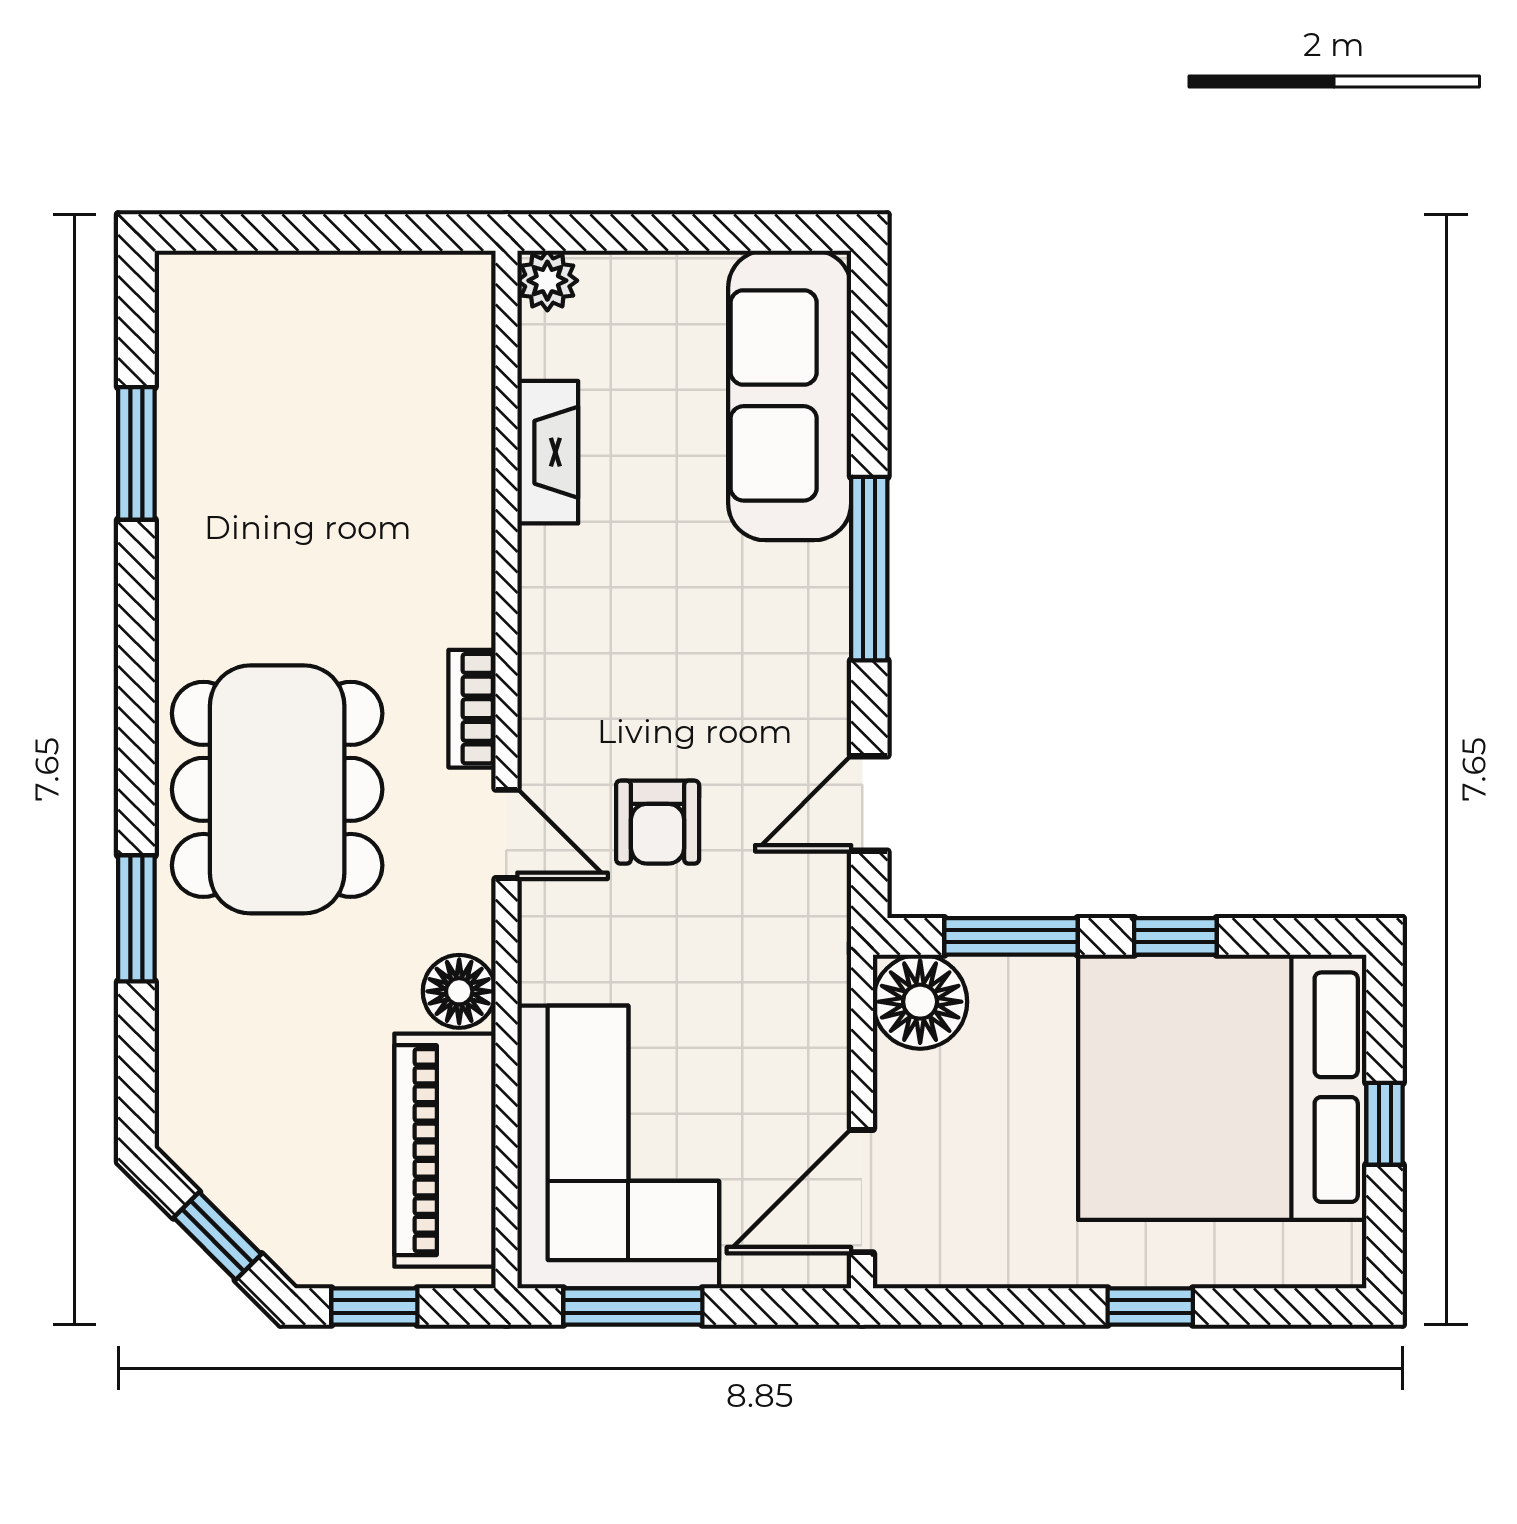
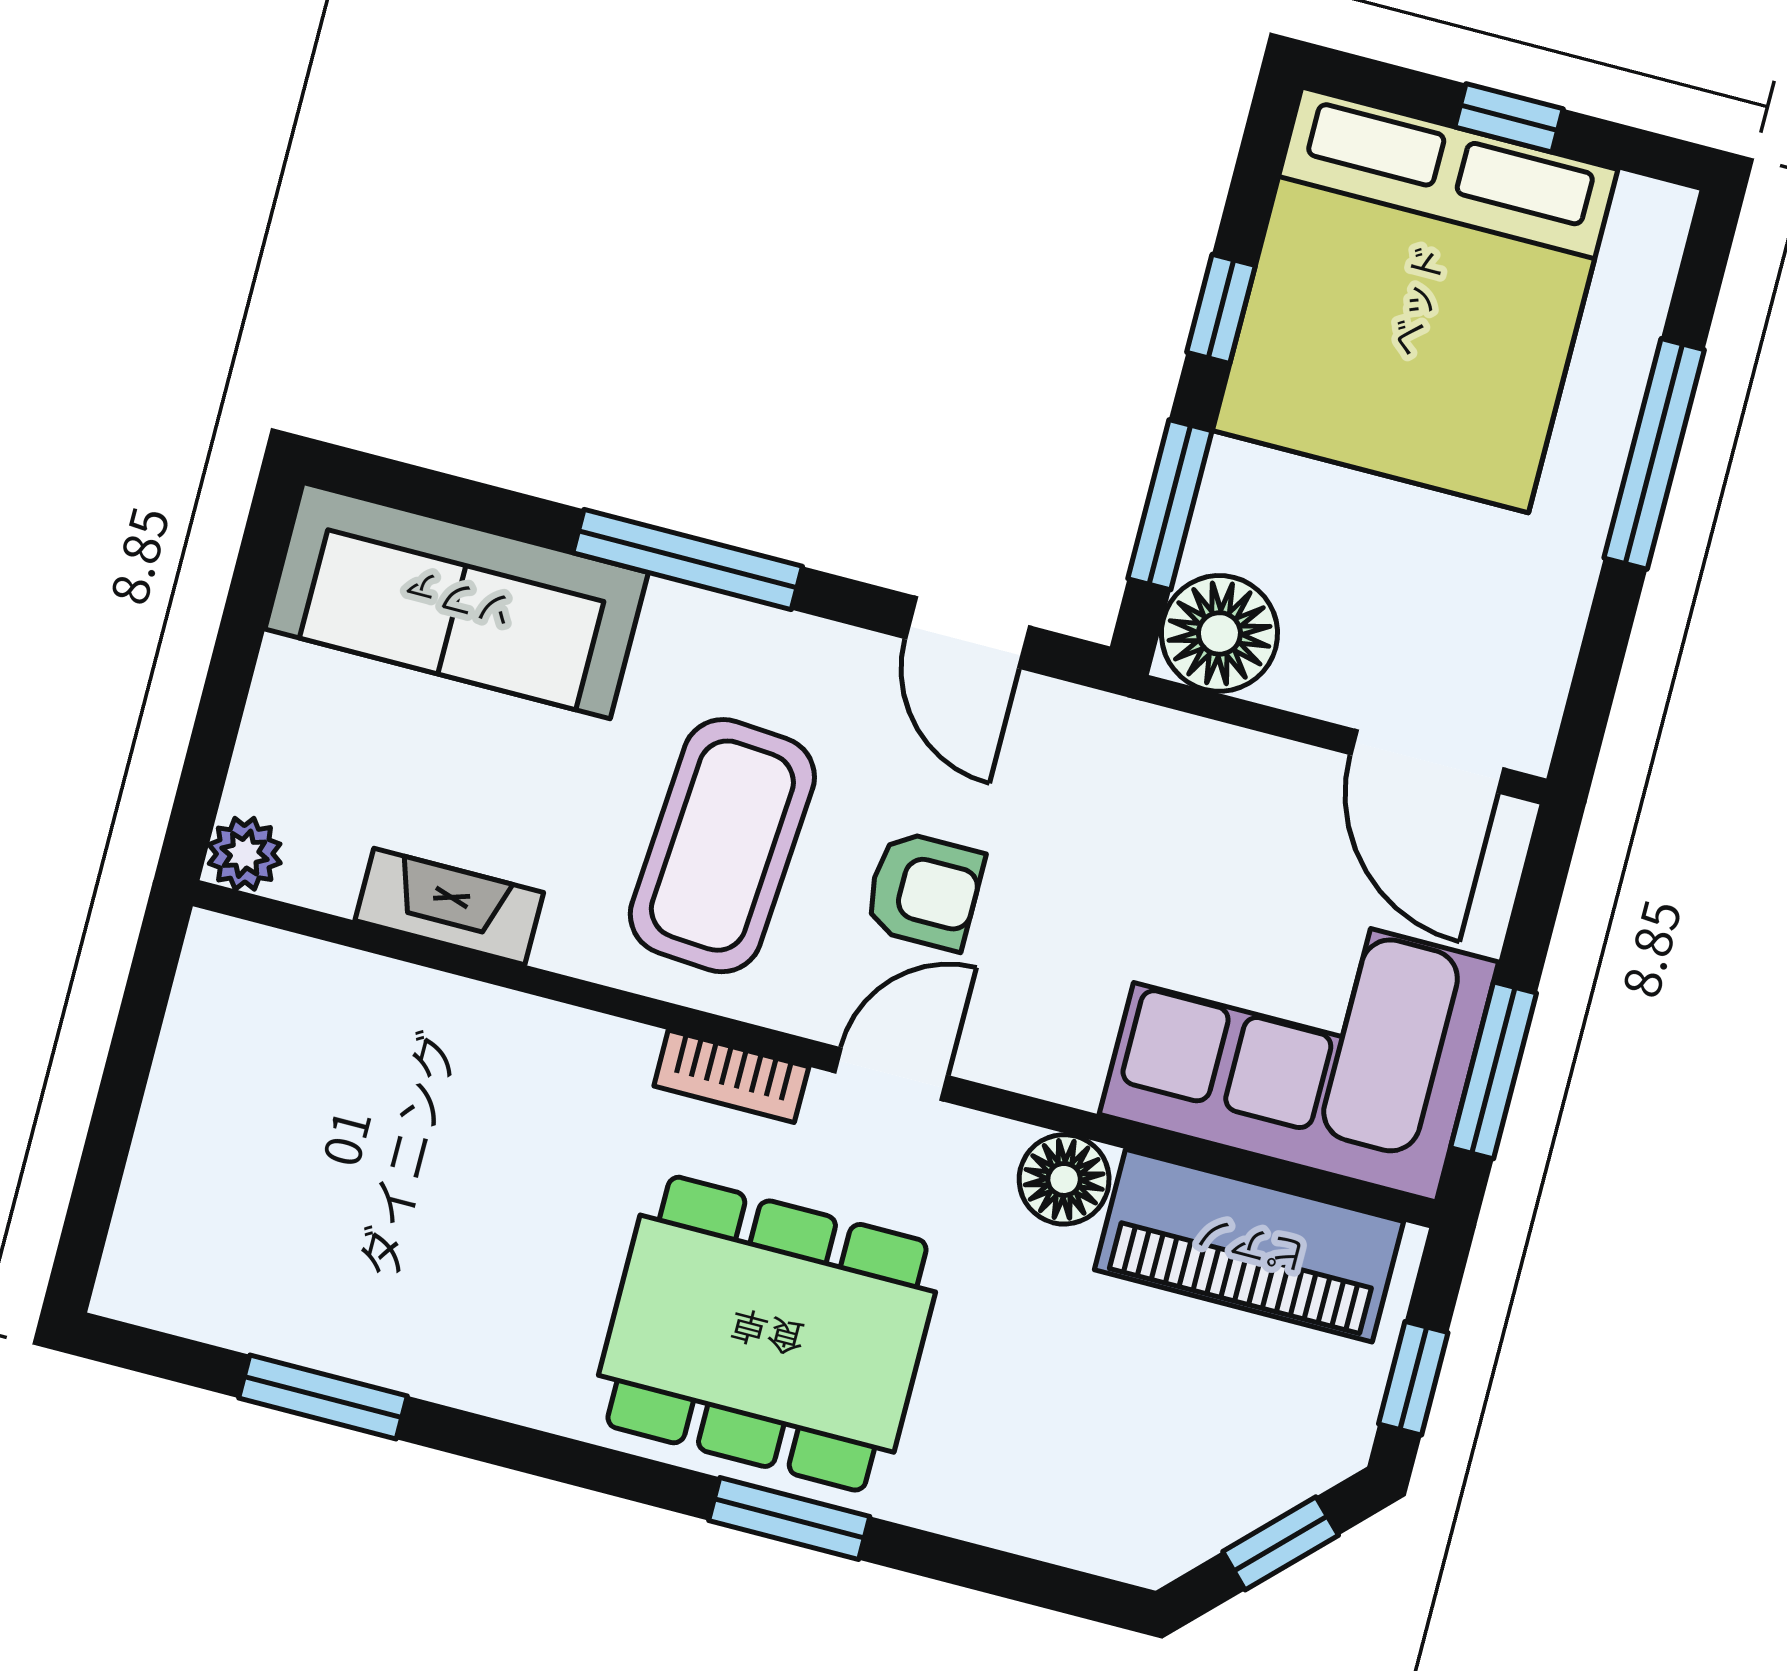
coffee table: (652, 654) -> (722, 846), added
window: (136, 918) -> (789, 1519), moved
window: (1150, 1306) -> (1654, 454), width x2.17

